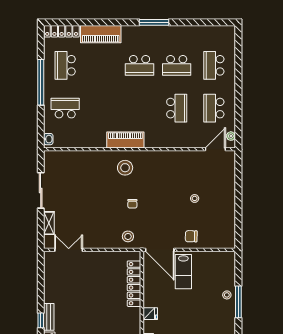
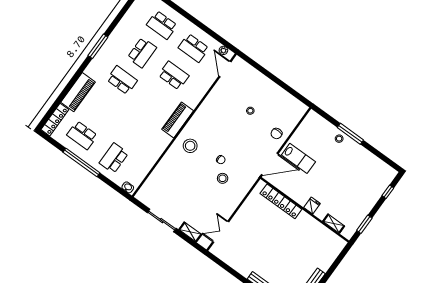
school desk: (140, 65) -> (122, 80), turned -90
piano: (125, 140) -> (178, 120), moved
stool: (128, 236) -> (223, 178), moved

